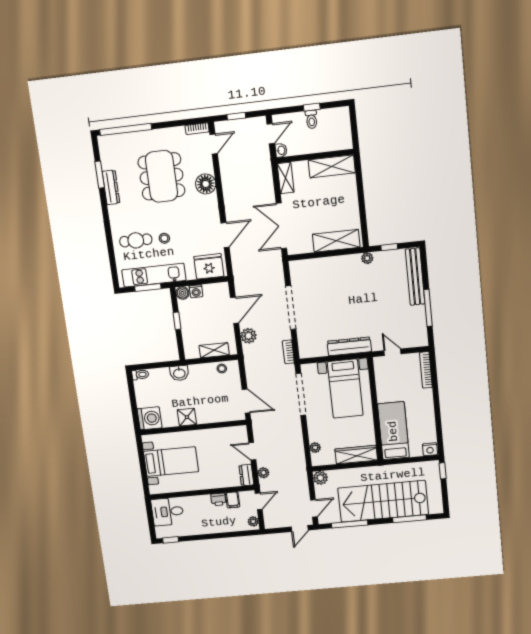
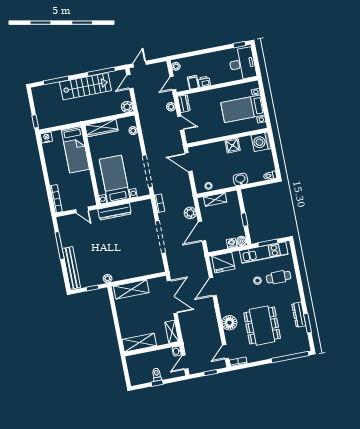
stairs: (383, 501) -> (85, 86), width x0.73, depth x0.66
desk: (168, 512) -> (242, 64), width x1.37

